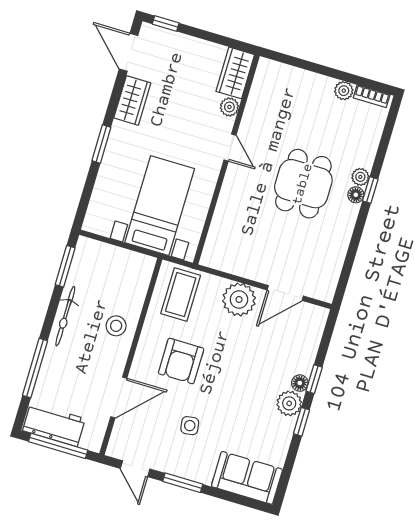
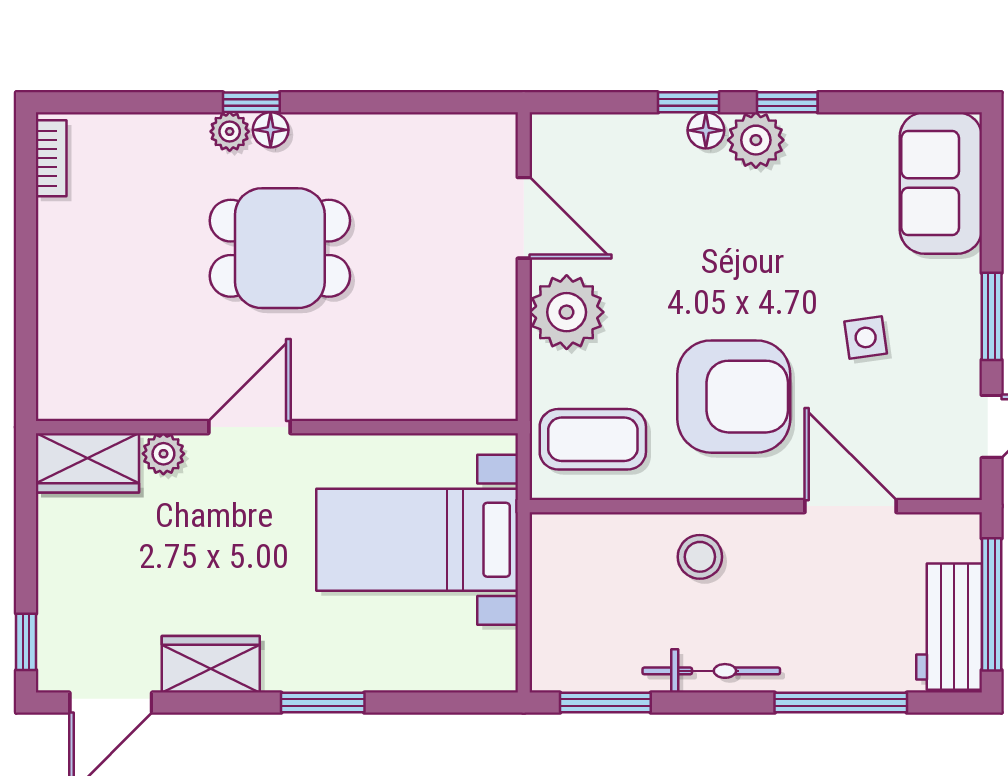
plant: (344, 91) -> (57, 221), removed
door: (230, 148) -> (249, 427), width x1.38
armchair: (181, 361) -> (734, 397), width x1.36, depth x1.36

